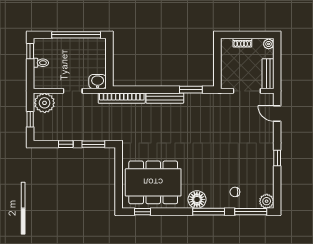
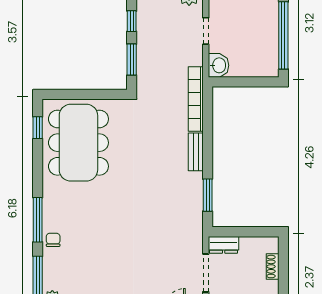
dresser: (227, 78) -> (224, 245), added
bench: (165, 98) -> (196, 152), width x0.73
chair: (235, 192) -> (53, 240), moved
floor lamp: (197, 199) -> (55, 204), removed

